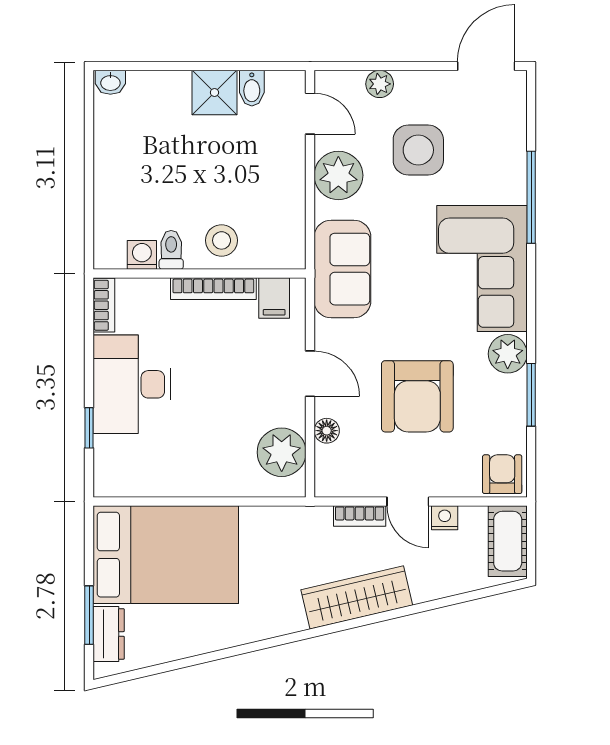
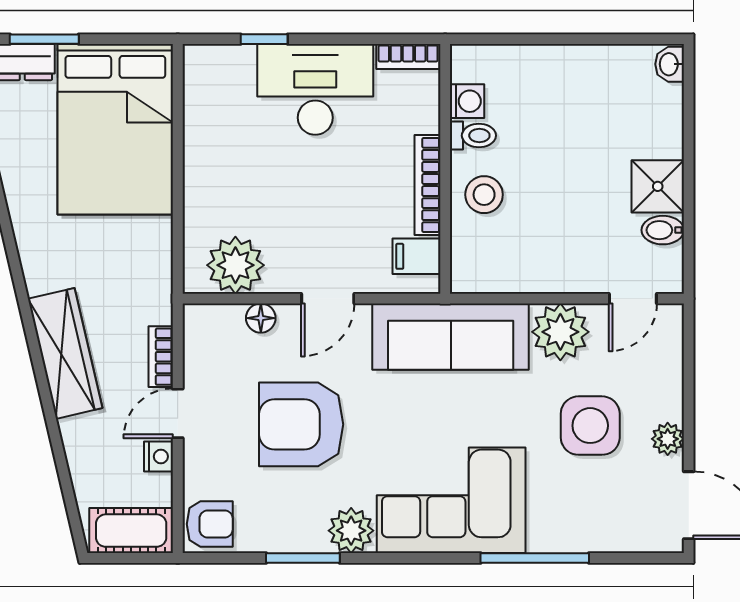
plant: (380, 84) -> (668, 439), moved
sofa: (342, 269) -> (451, 337), width x1.36

